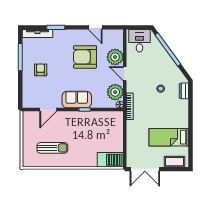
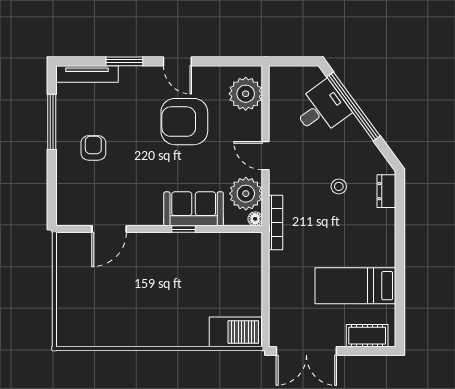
door: (95, 27) -> (177, 61), moved
desk: (139, 41) -> (321, 109), moved, turned 54
plant: (115, 57) -> (246, 94), moved
sofa: (77, 100) -> (194, 209), moved
sun lounger: (52, 148) -> (117, 308), removed

